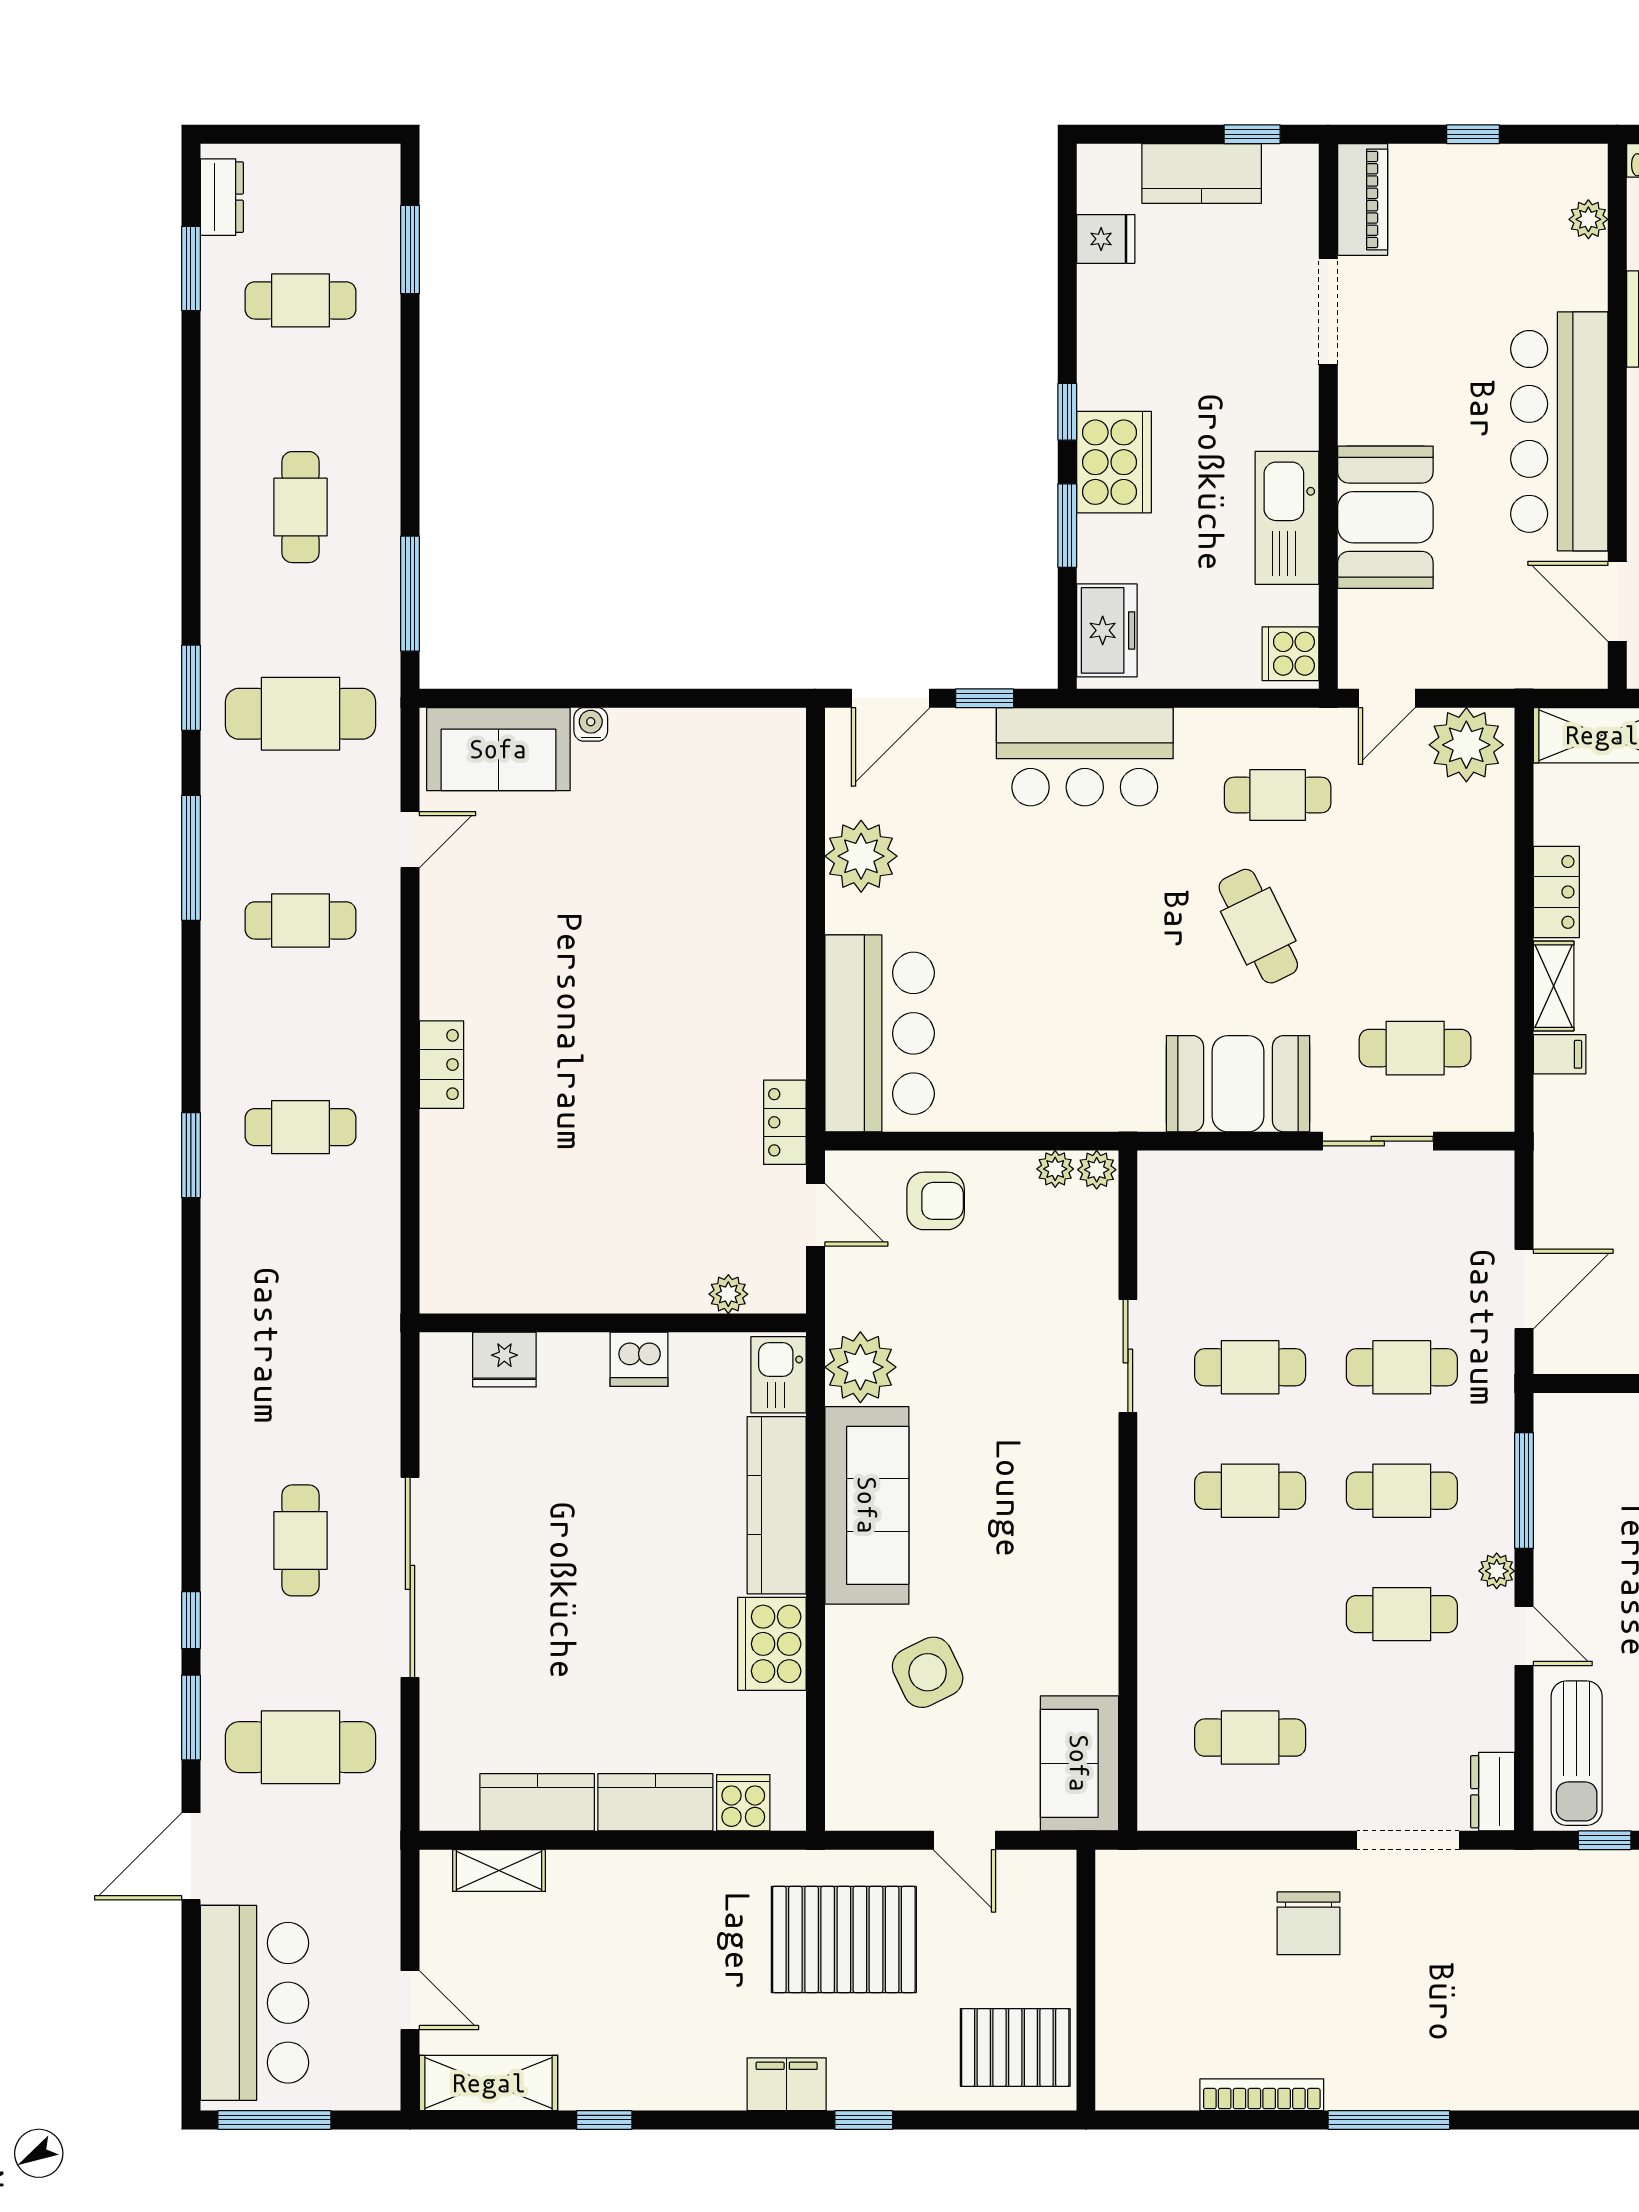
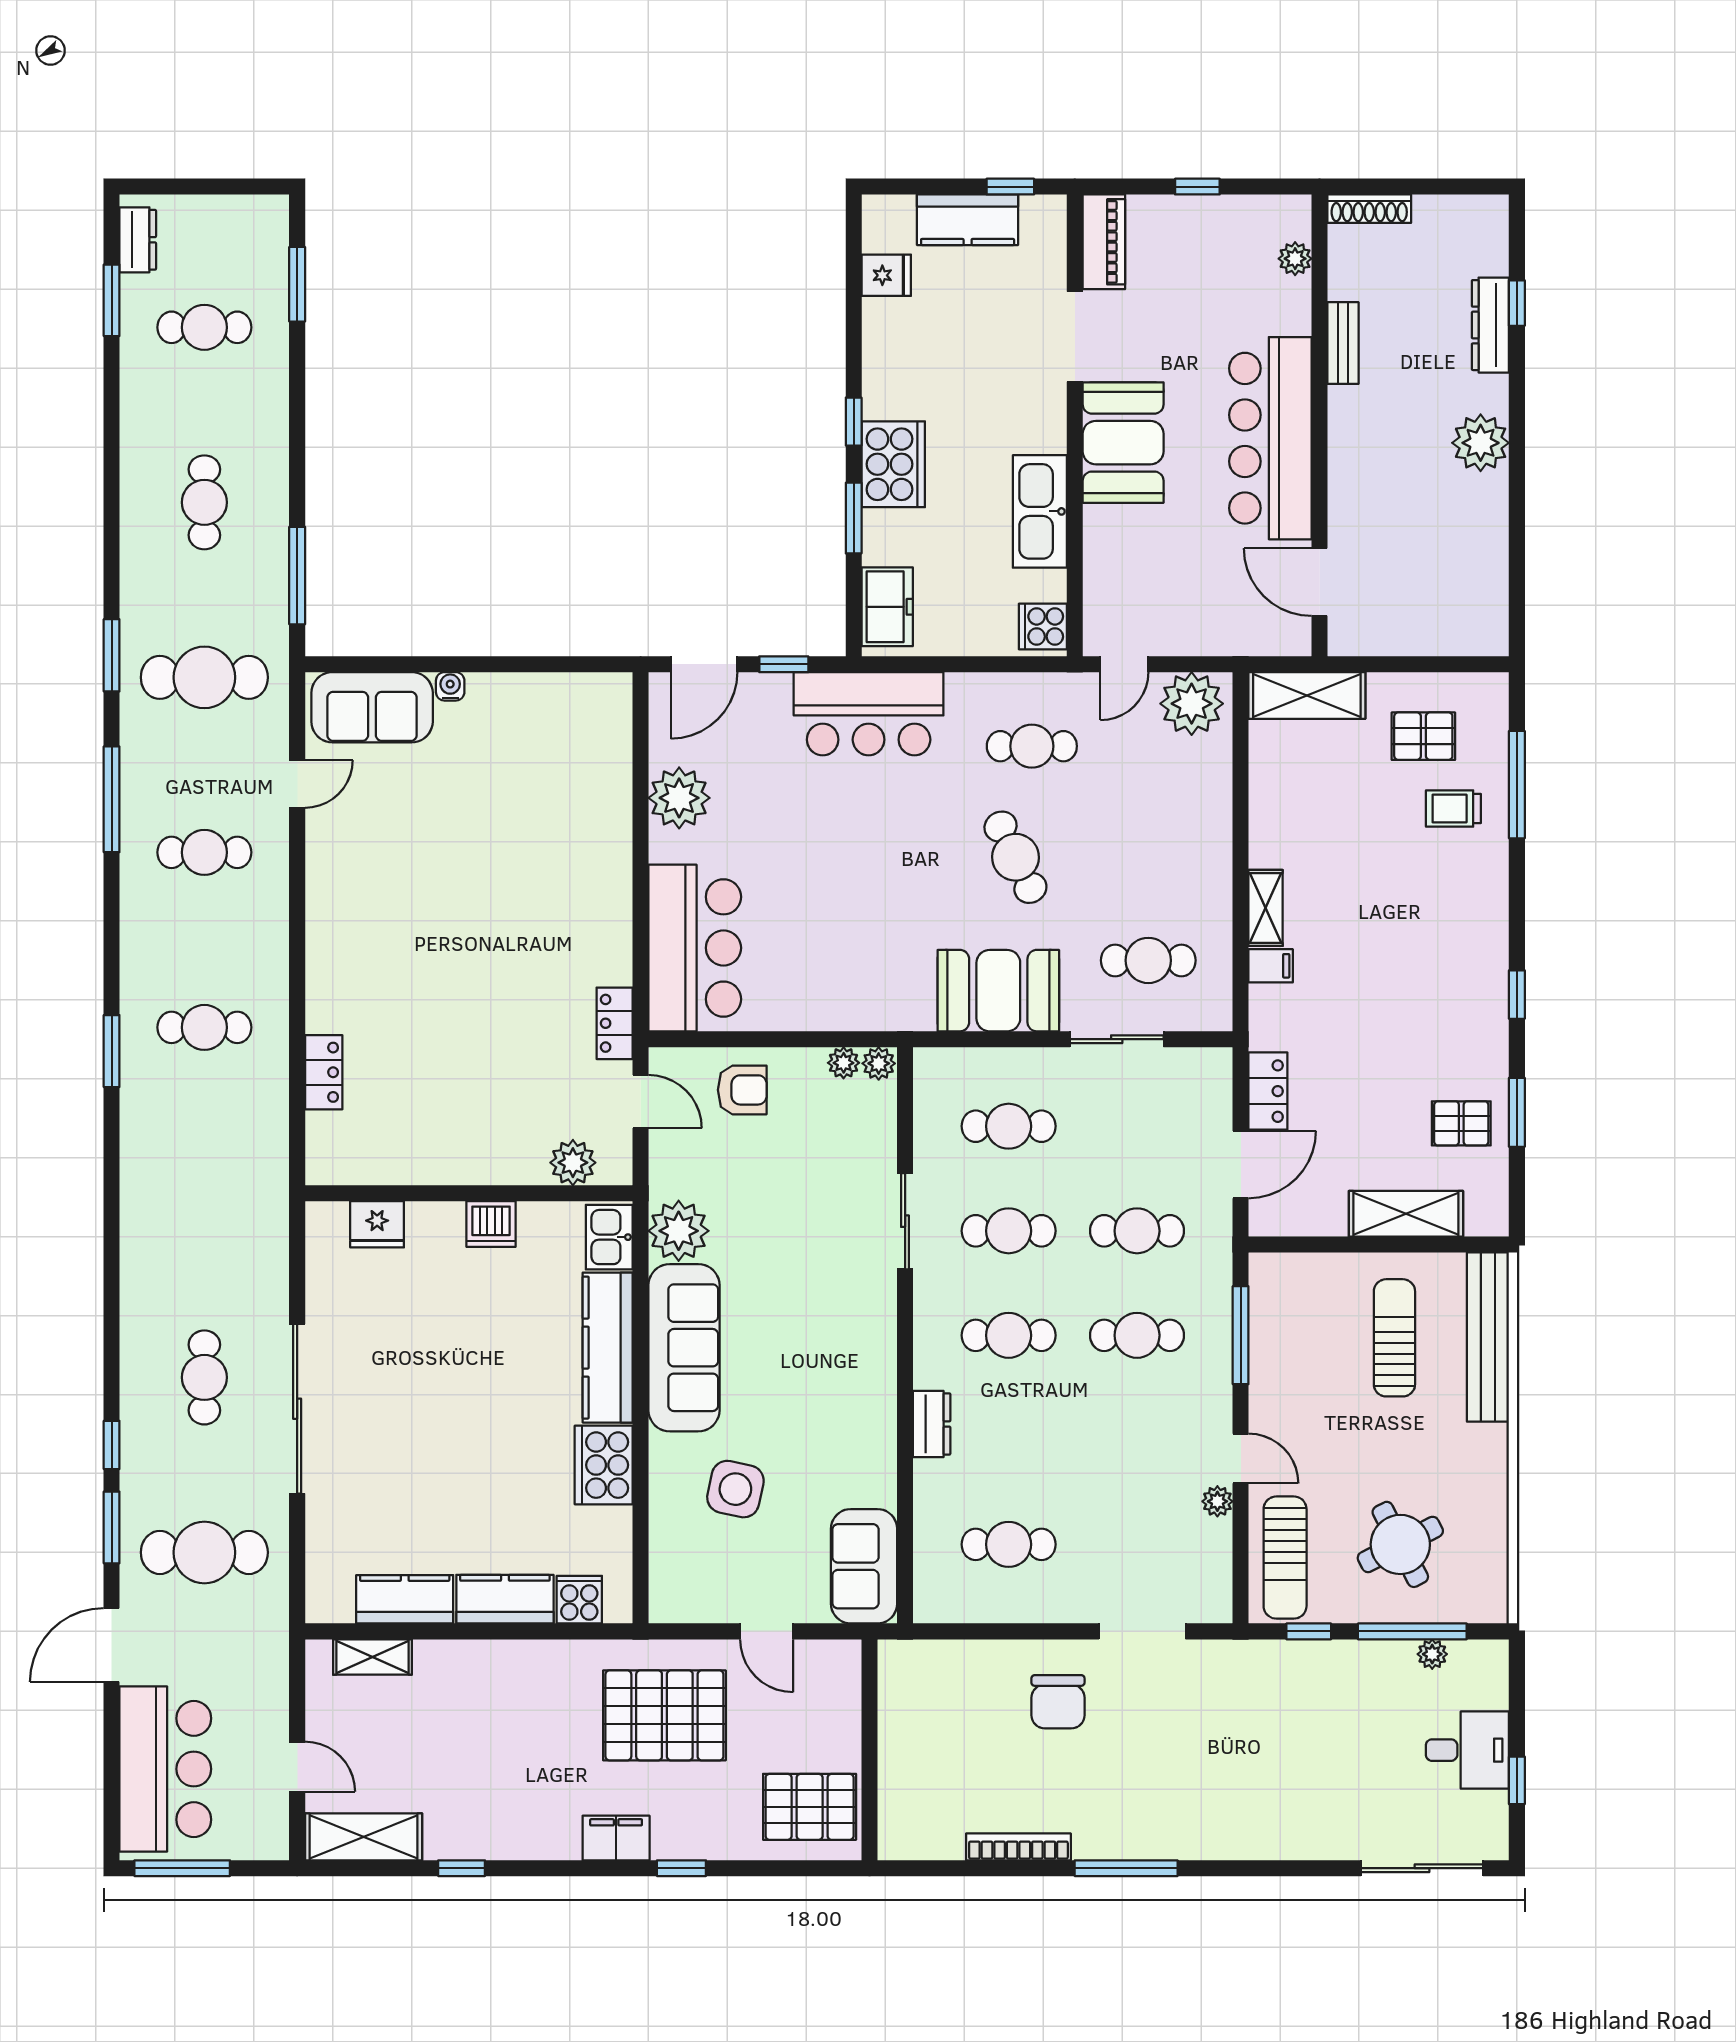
booth: (1385, 517) -> (1123, 443), moved
locker: (1556, 892) -> (1268, 1091), moved
locker: (441, 1065) -> (324, 1072), moved
plant: (728, 1294) -> (573, 1163), width x1.38, depth x1.38
plant: (1497, 1571) -> (1217, 1501), moved
cafe table: (1402, 1614) -> (1009, 1126), moved
side table: (928, 1672) -> (735, 1489), turned 38
dresser: (1493, 1792) -> (932, 1424), moved, turned 180

